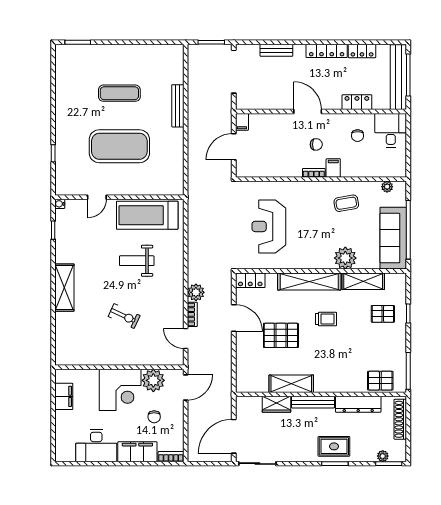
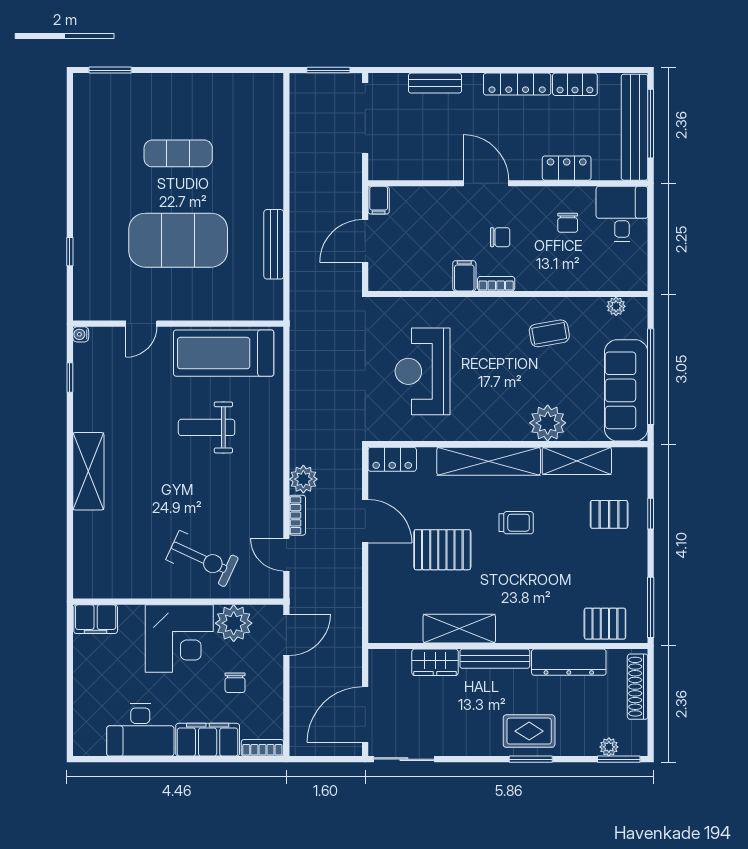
bench: (178, 106) -> (274, 244), moved
filing cabinet: (333, 168) -> (464, 276), moved
exercise bike: (124, 316) -> (202, 559), moved, width x1.38, depth x1.39
filing cabinet: (64, 396) -> (96, 619), moved, turned 90

